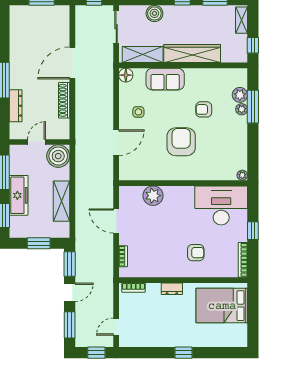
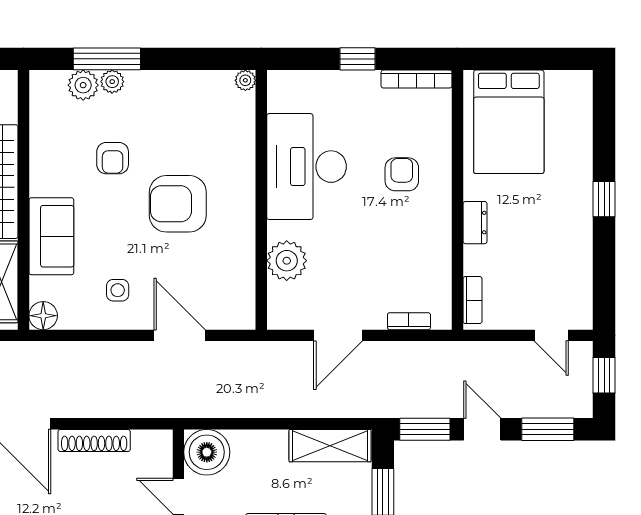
shelving: (61, 201) -> (330, 446), moved
desk: (221, 205) -> (306, 167), moved

